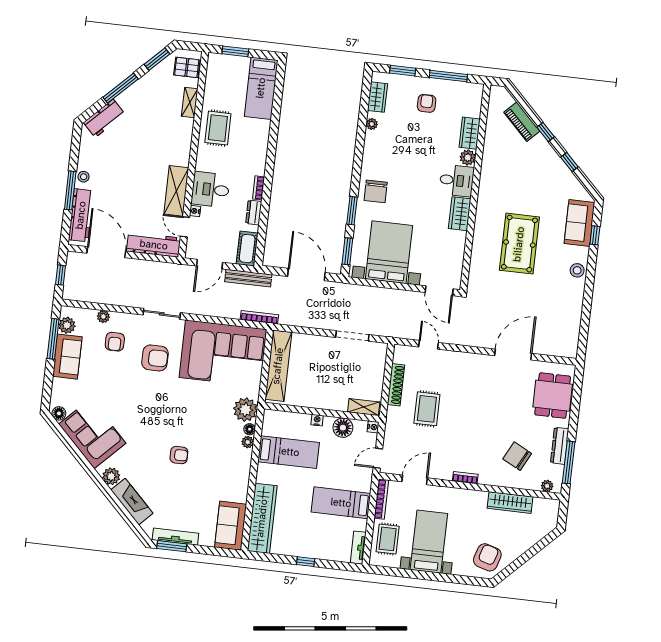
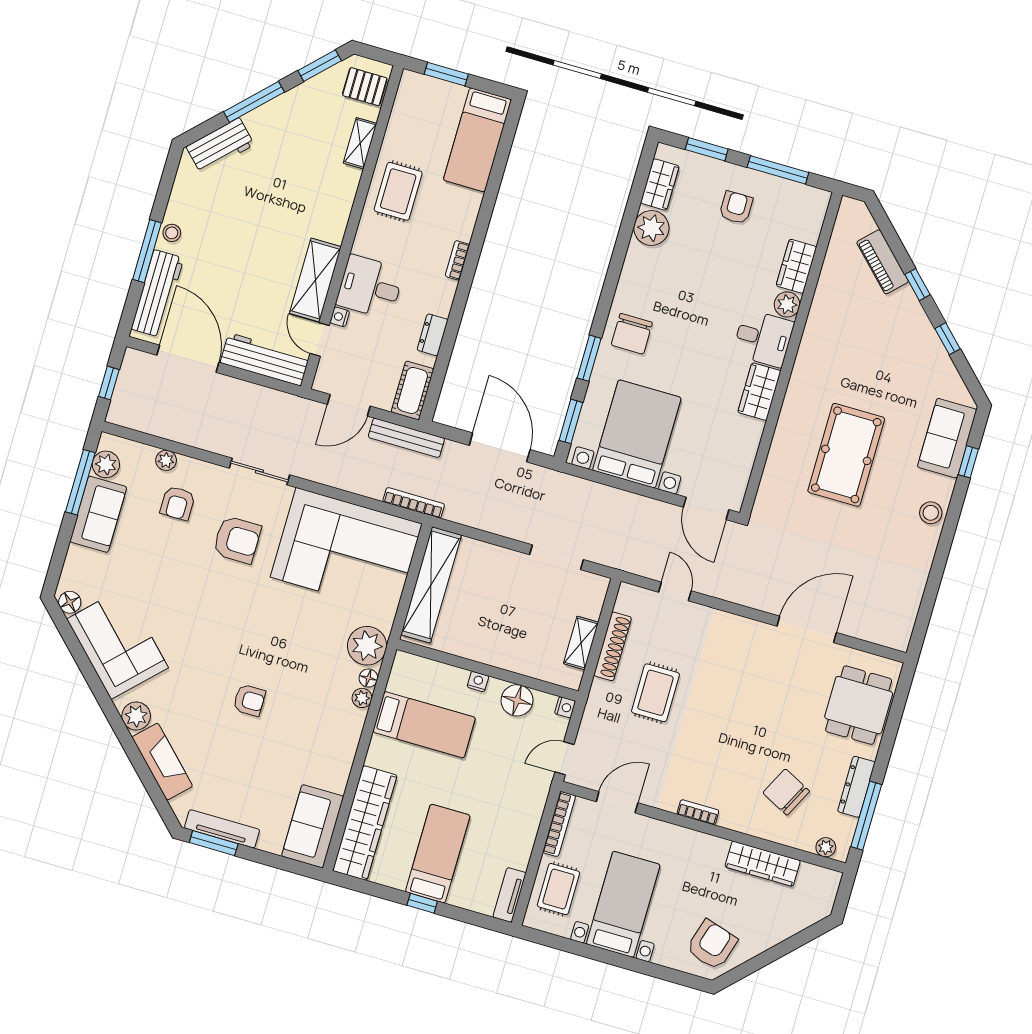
plant: (372, 124) -> (651, 228), width x1.88, depth x1.88
bookcase: (259, 188) -> (457, 260), moved
shelving: (364, 407) -> (581, 643), moved, turned 90
bed: (341, 503) -> (438, 854), moved, turned 90

